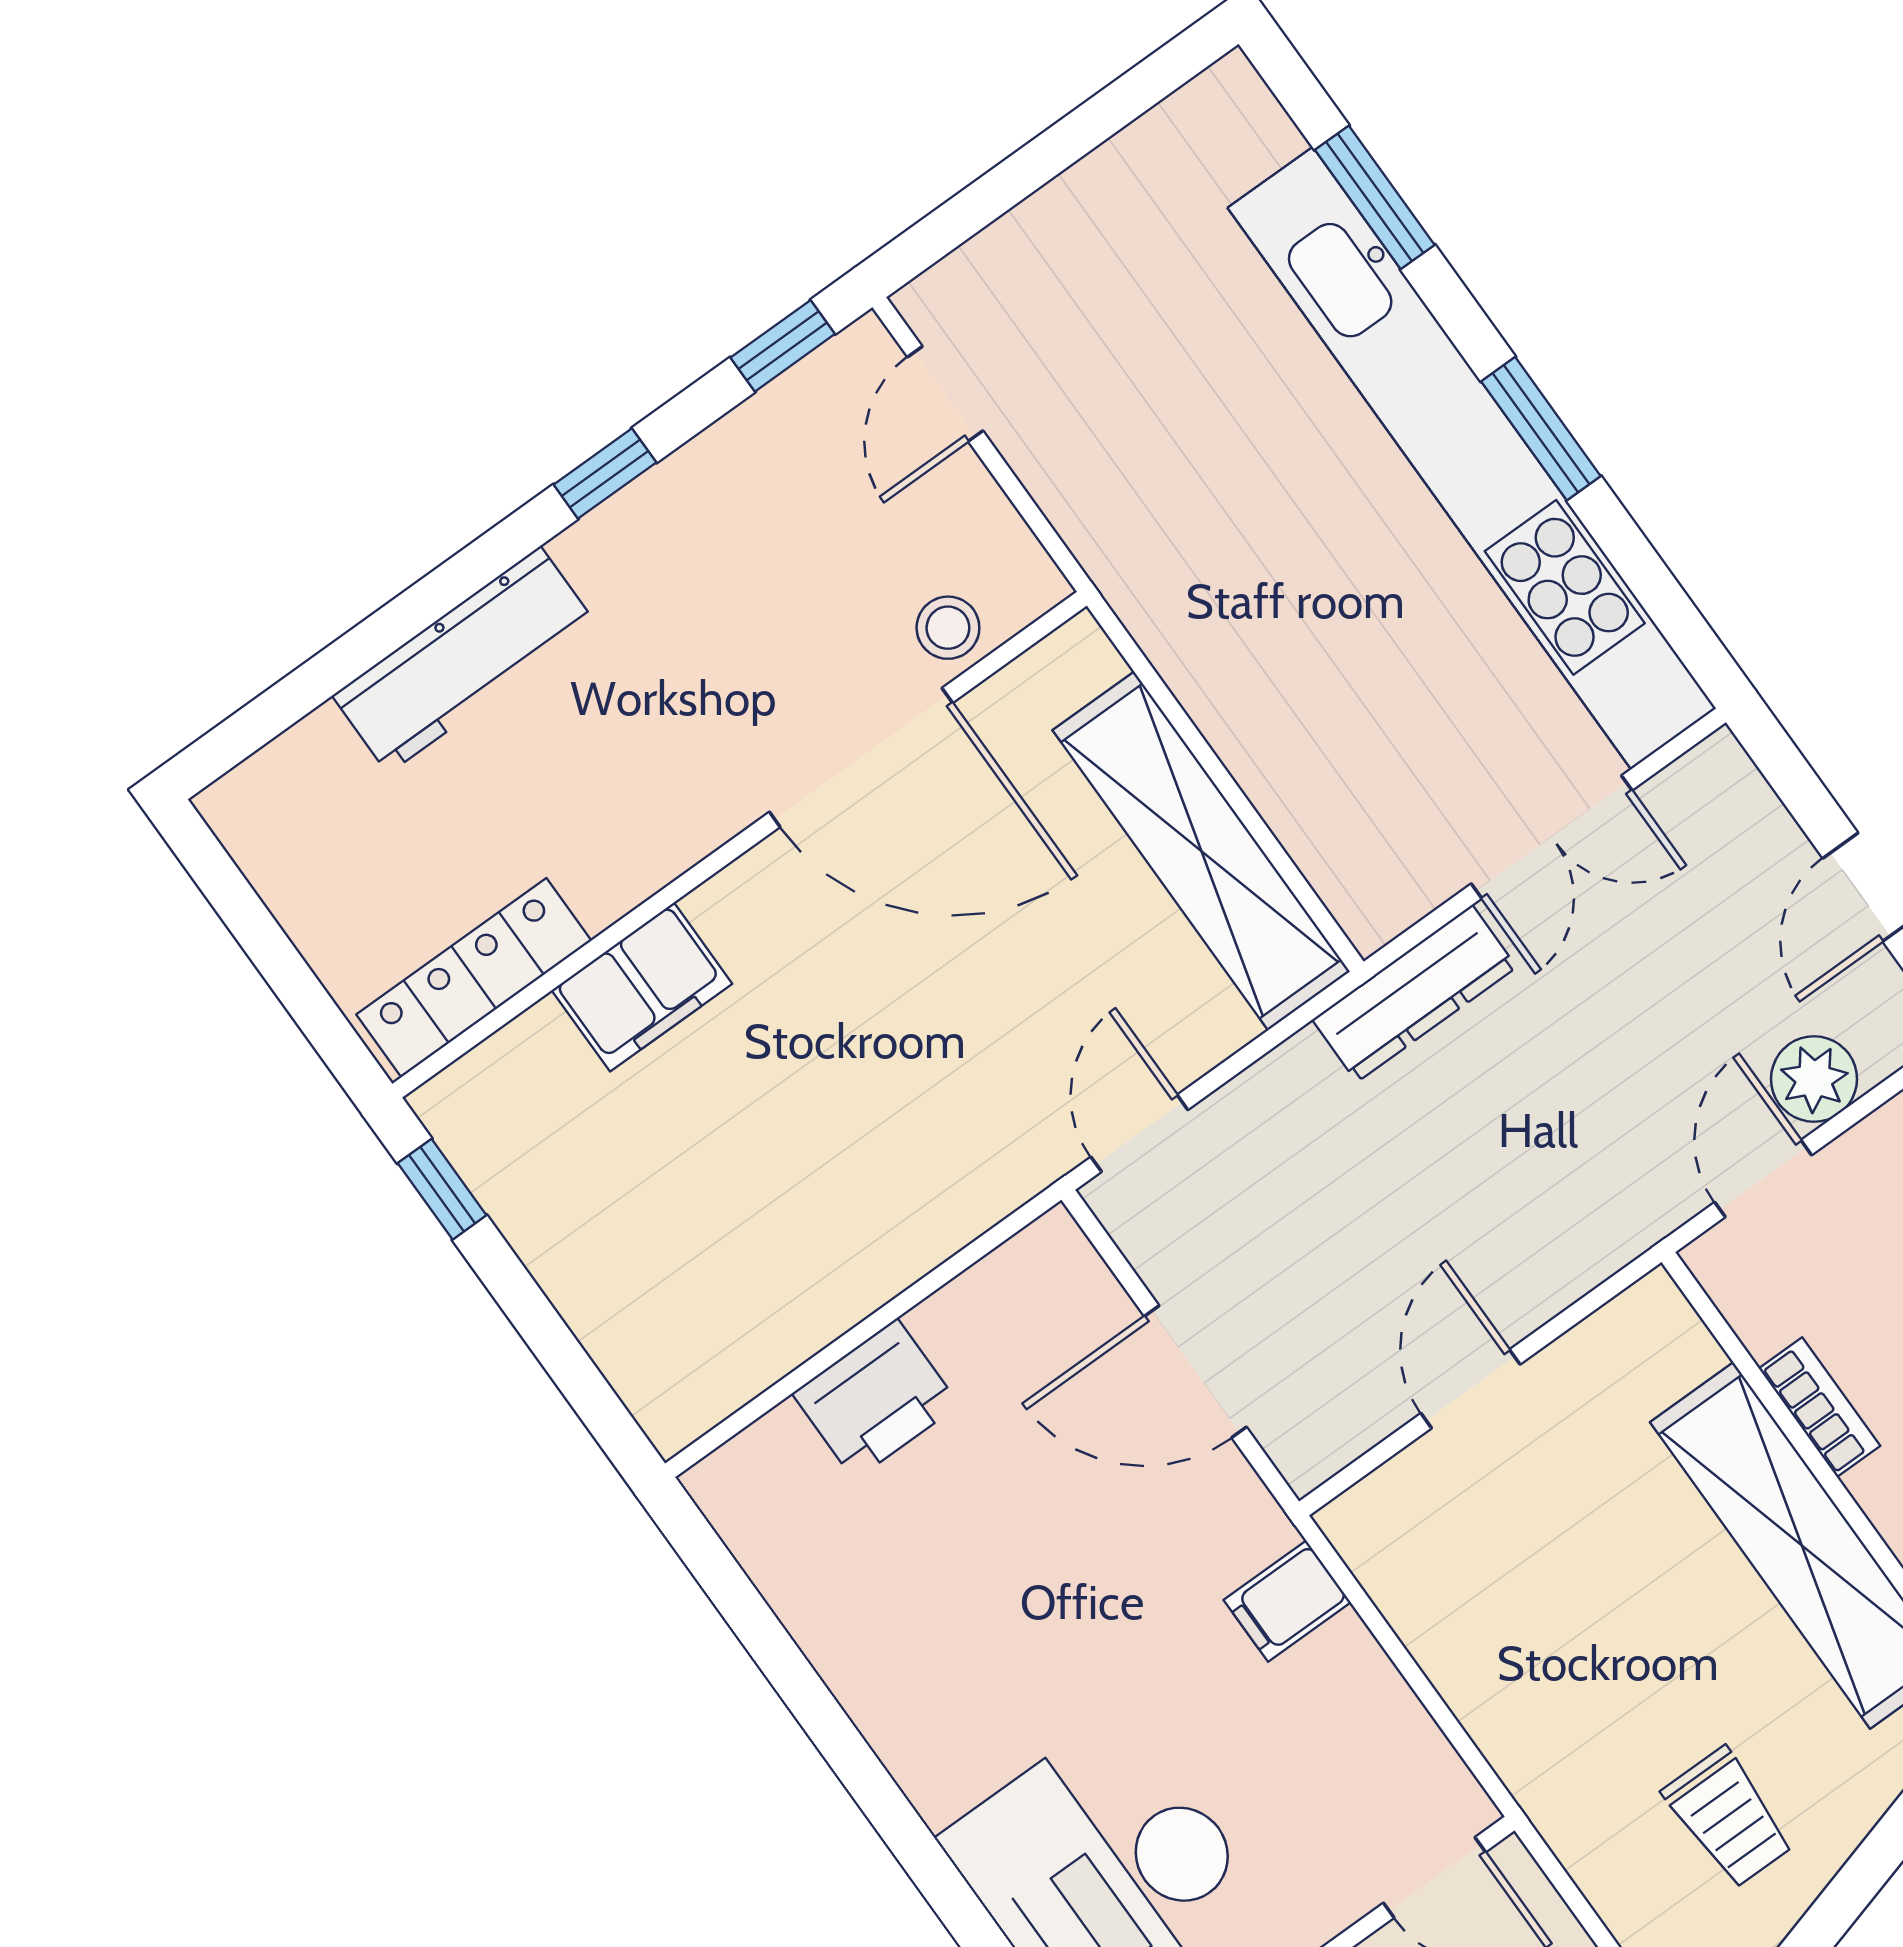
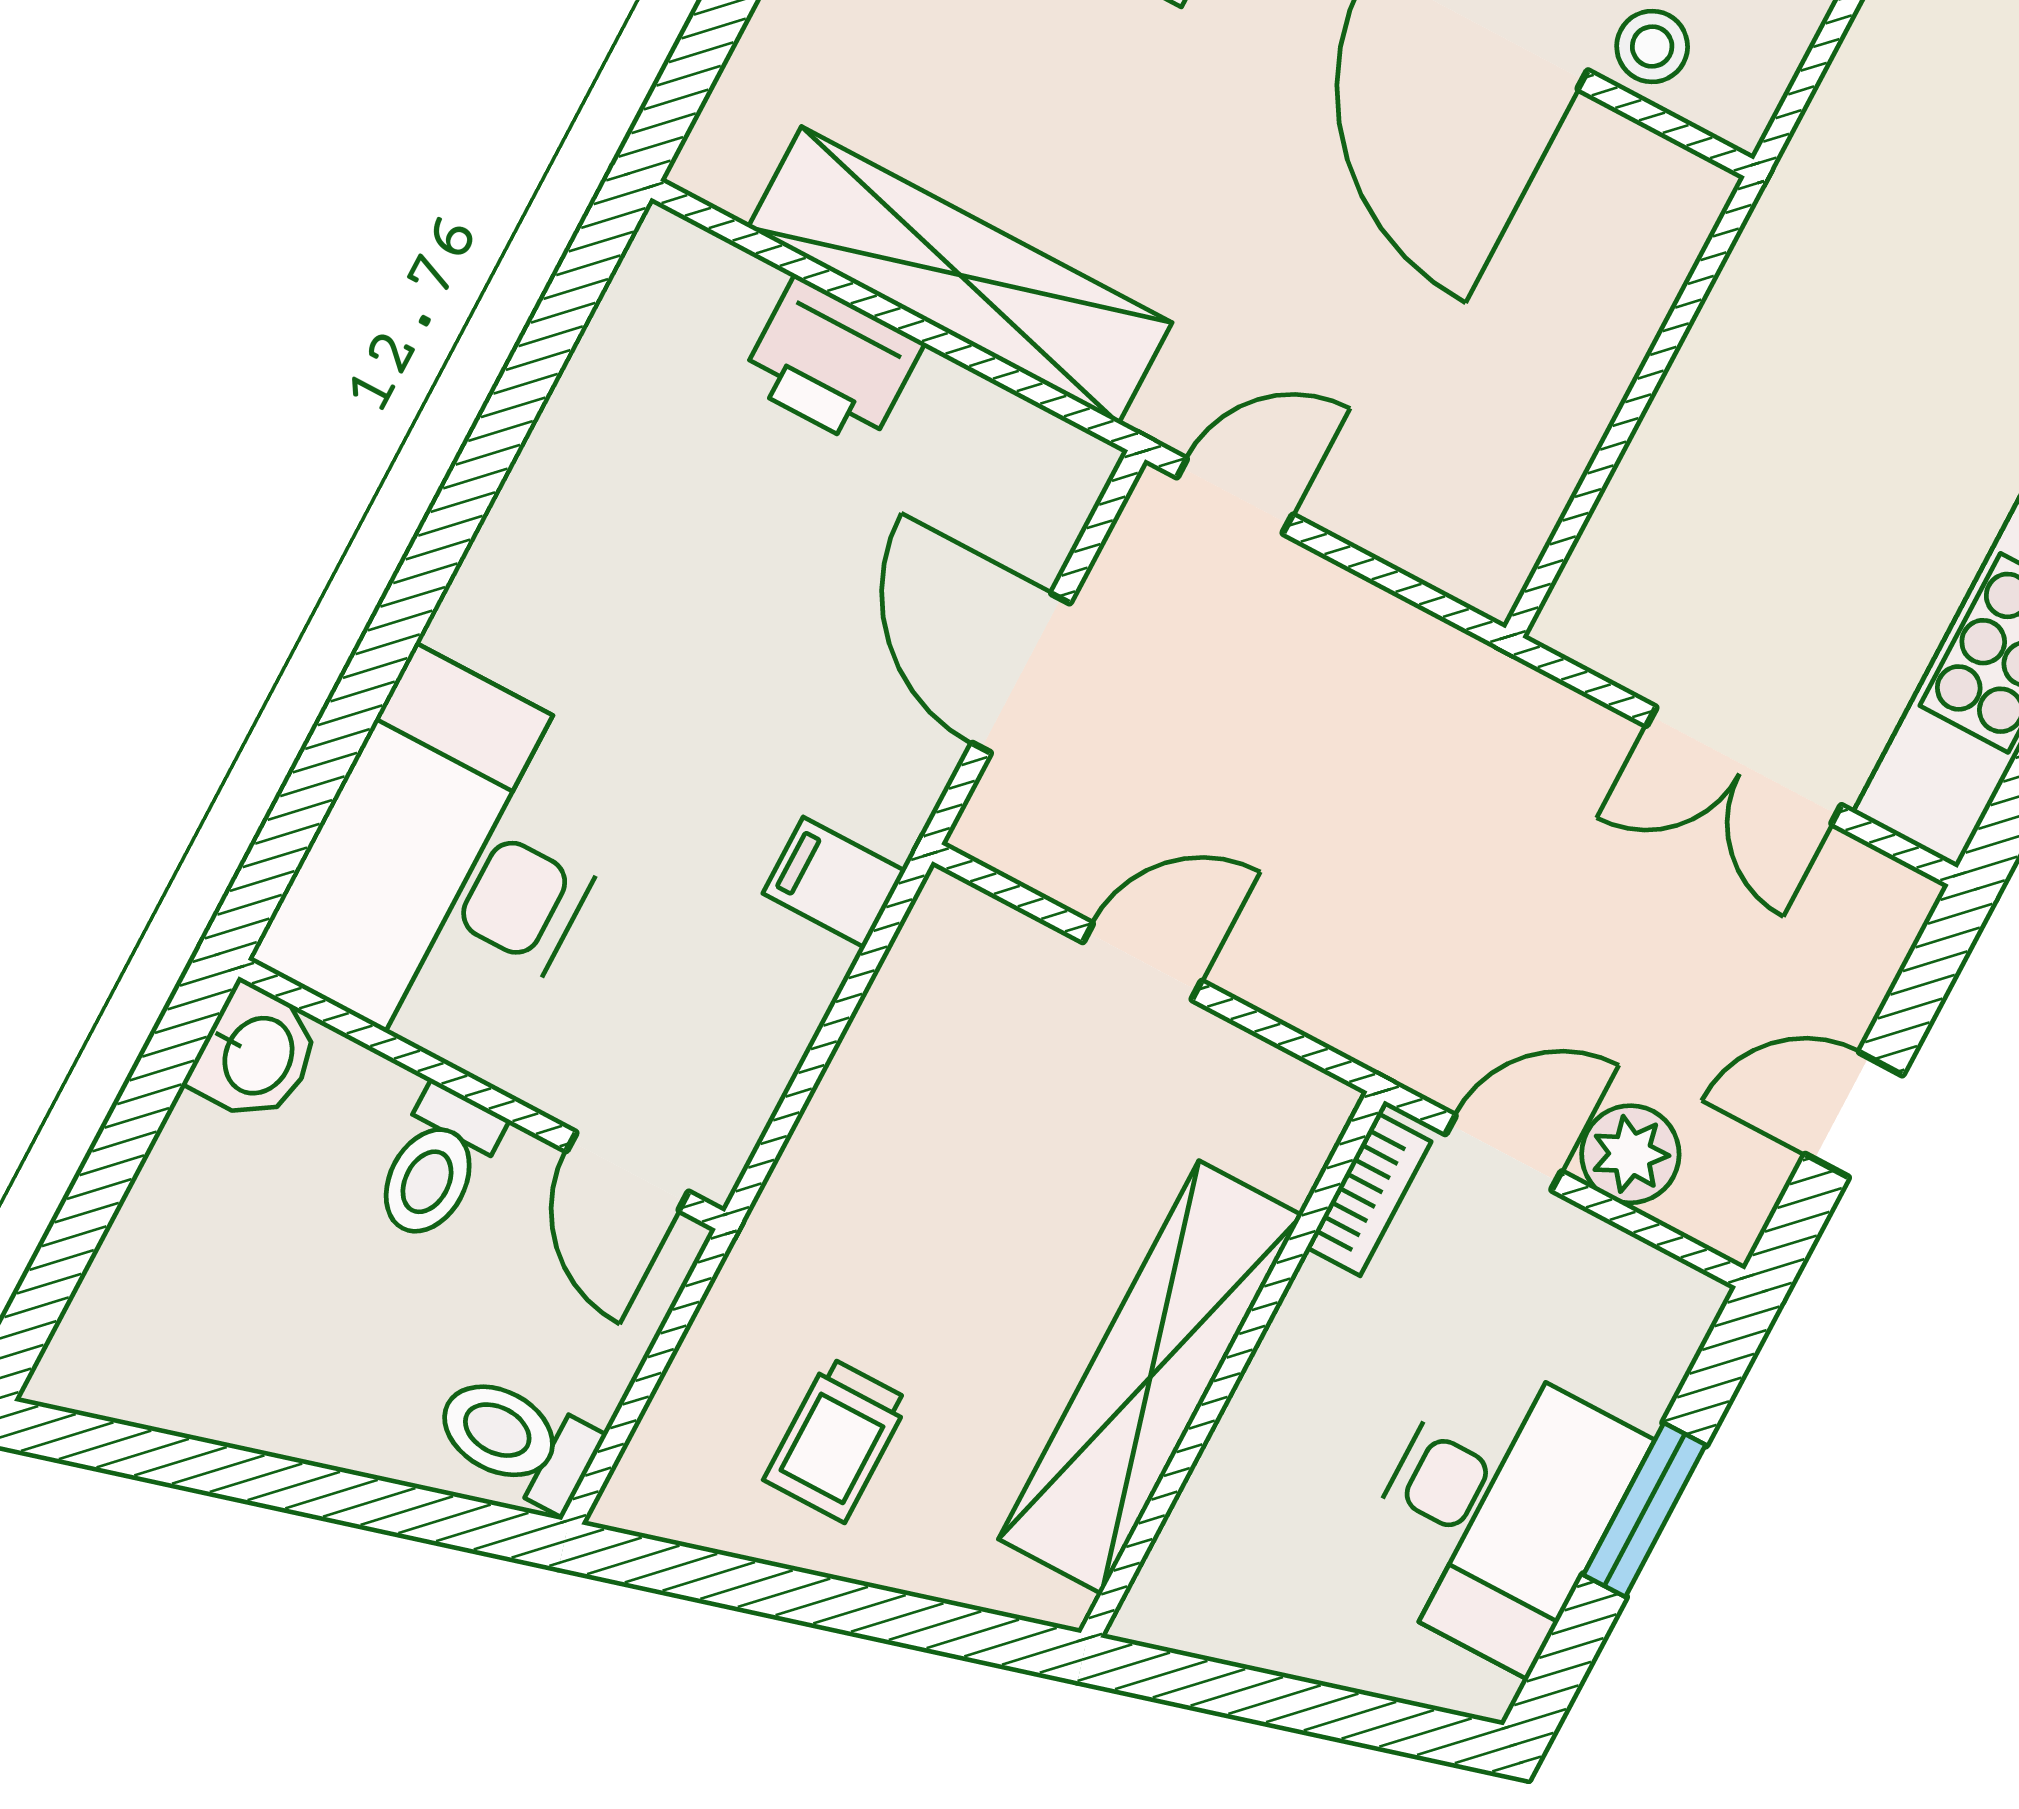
shelving: (1201, 851) -> (960, 275), moved, turned 90
dresser: (1414, 993) -> (1516, 705), removed
bookcase: (1819, 1407) -> (1369, 1194), moved

